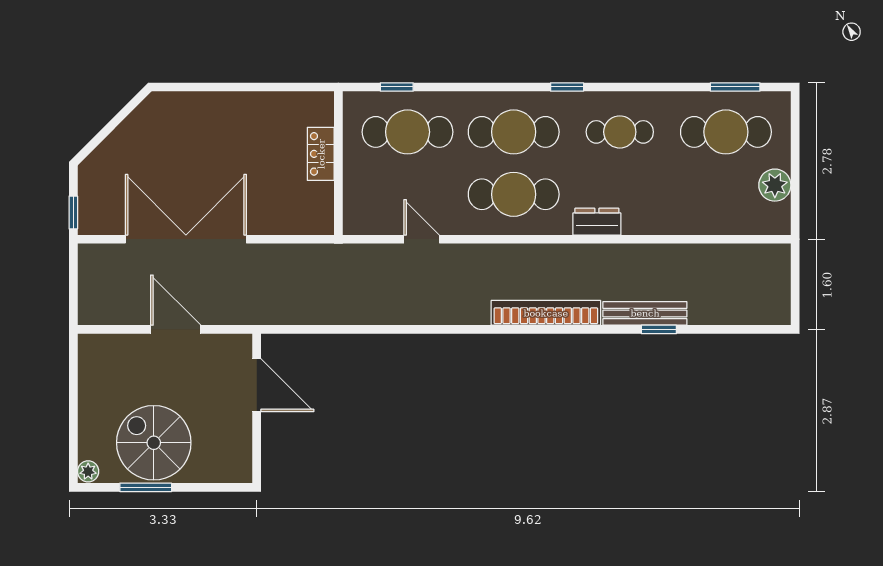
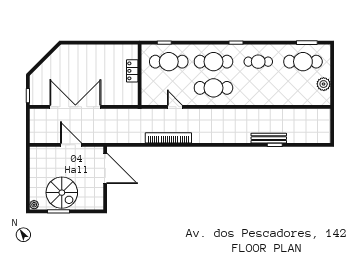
dresser: (597, 222) -> (249, 99), removed
bookcase: (546, 313) -> (168, 138), moved
door: (257, 385) -> (105, 168), width x1.36
spiral stairs: (154, 443) -> (62, 193), turned 180

